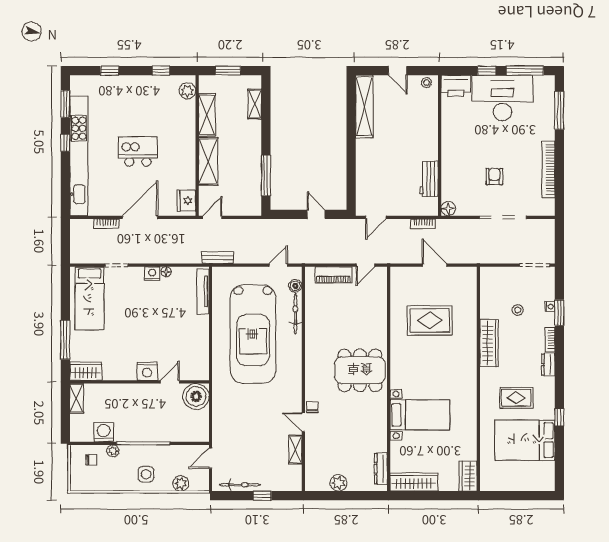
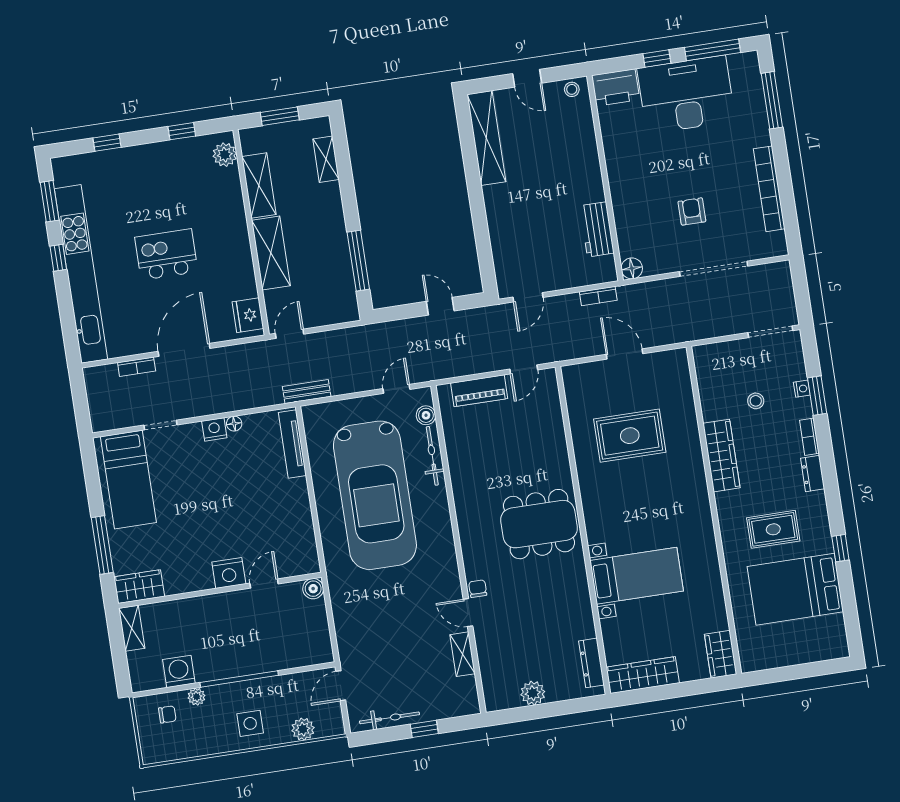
boiler: (196, 396) -> (313, 589), width x0.54, depth x0.54

